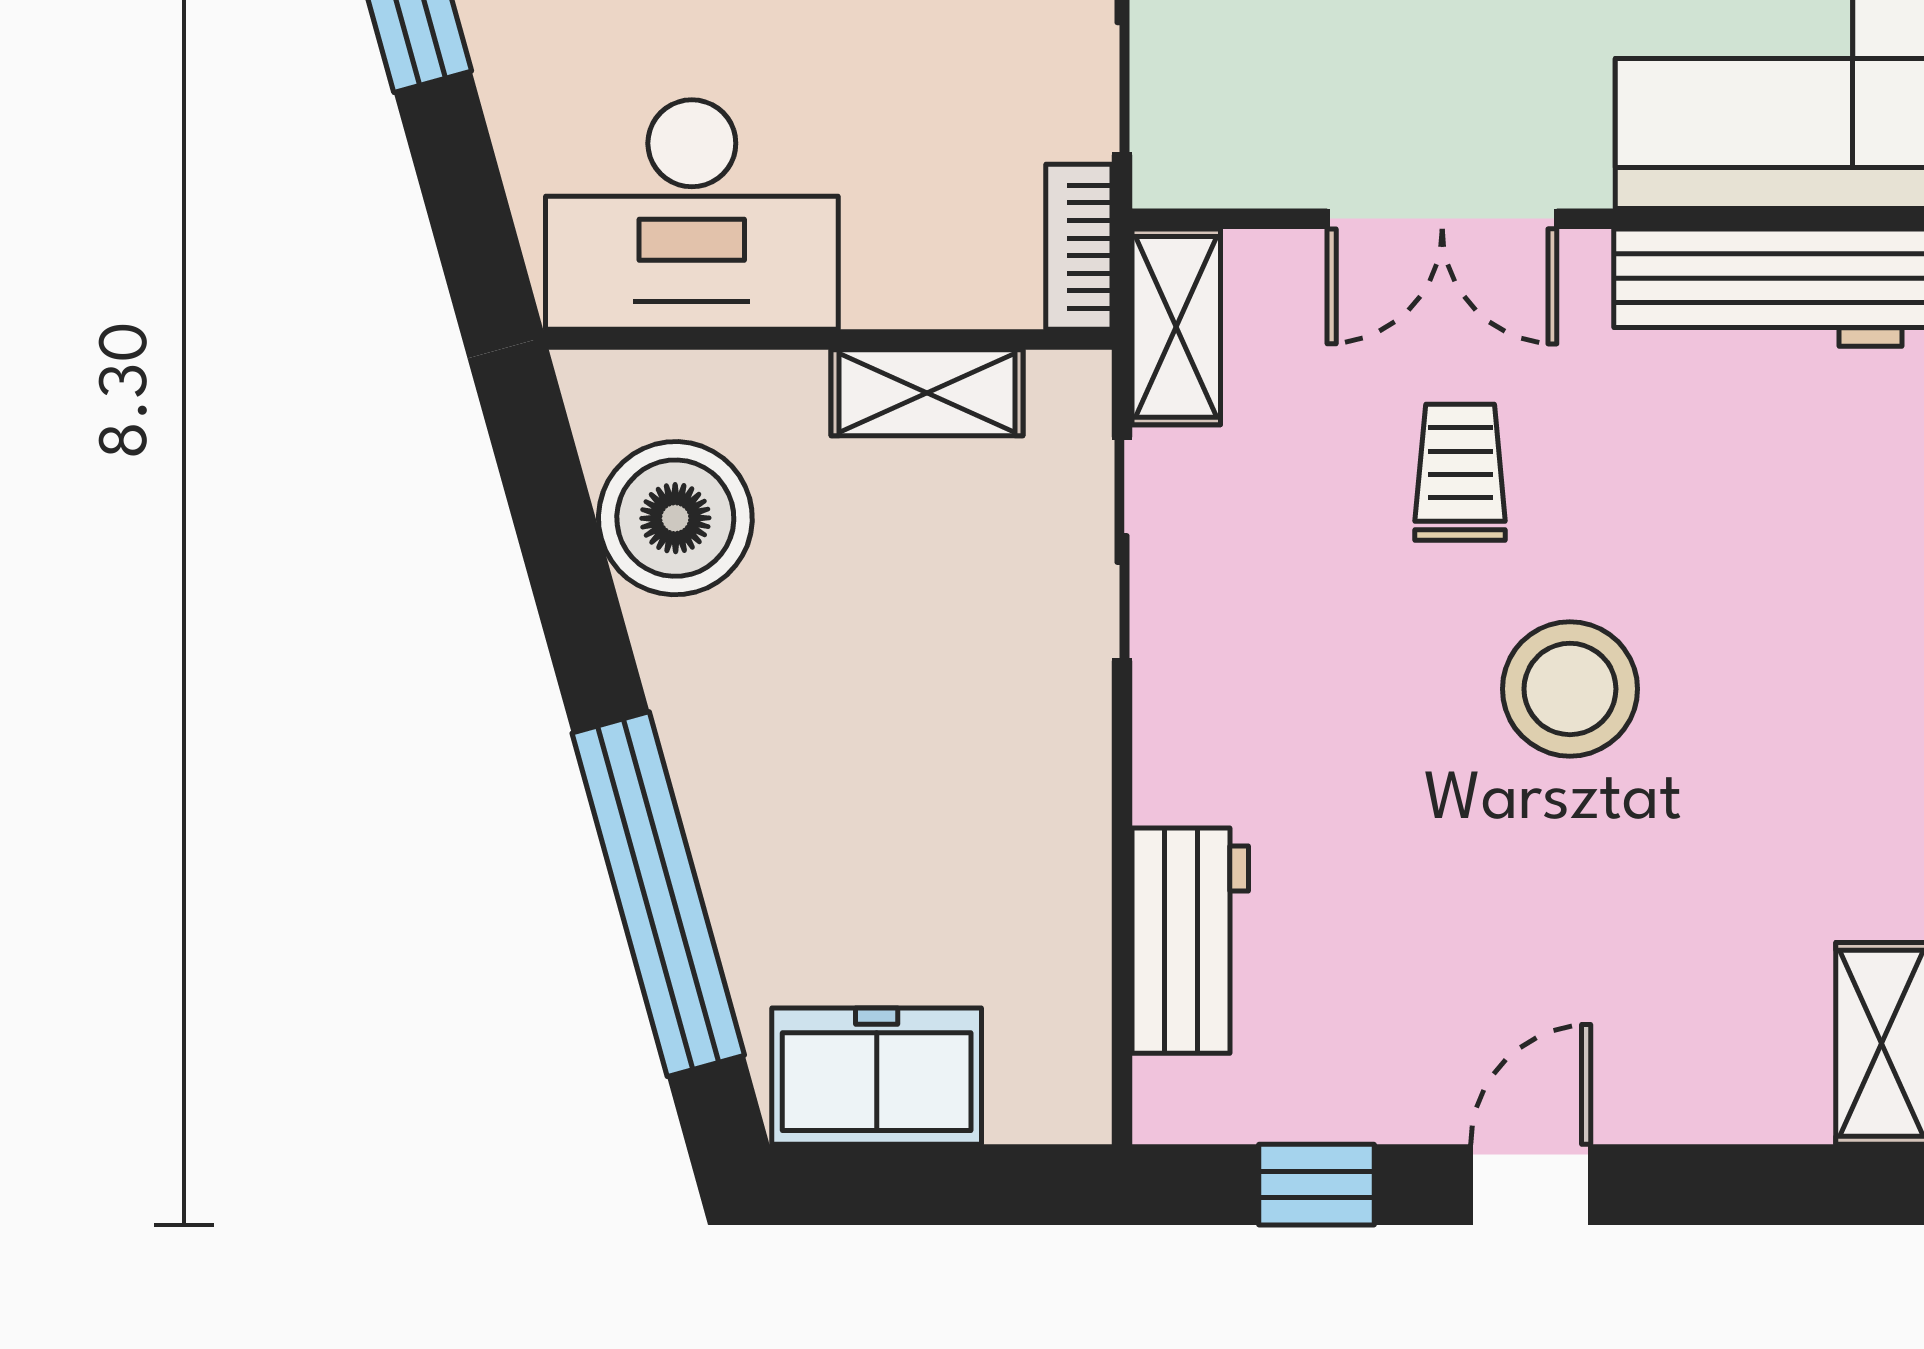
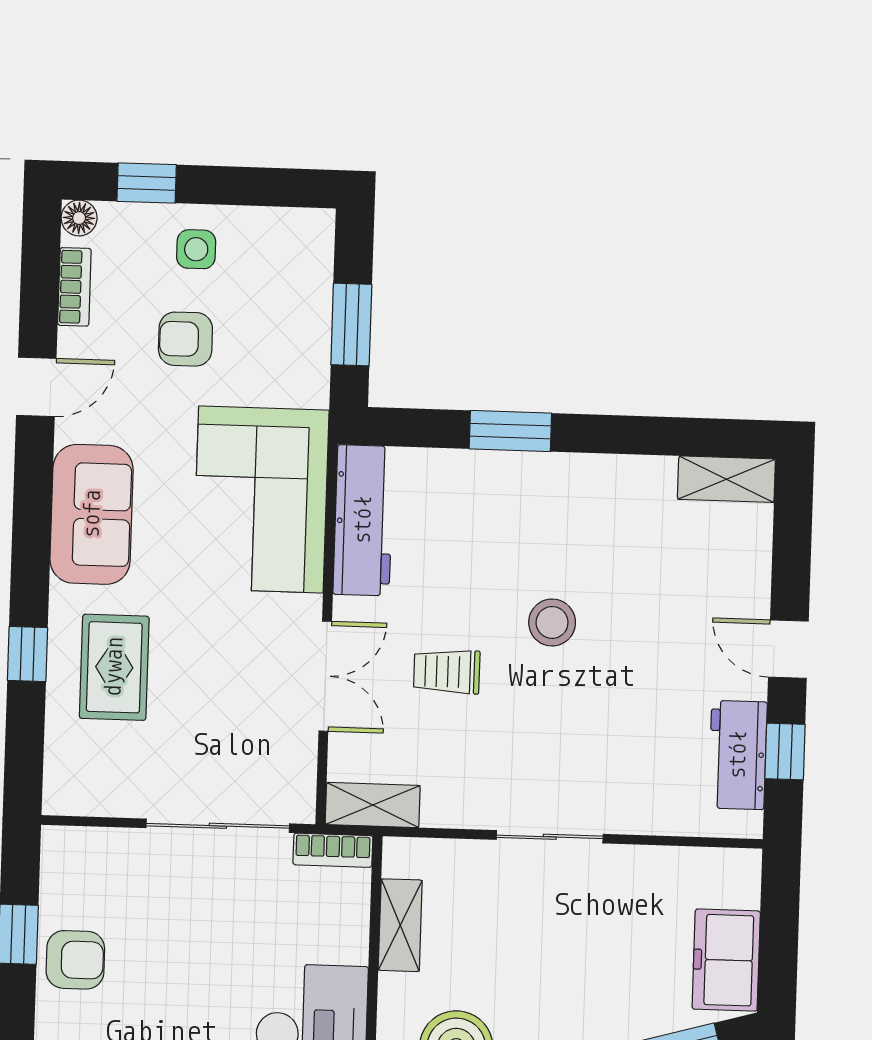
sliding door: (1122, 549) -> (550, 837), moved
stool: (1570, 689) -> (552, 622), width x0.73, depth x0.73
workbench: (1190, 941) -> (738, 755), moved, turned -90

